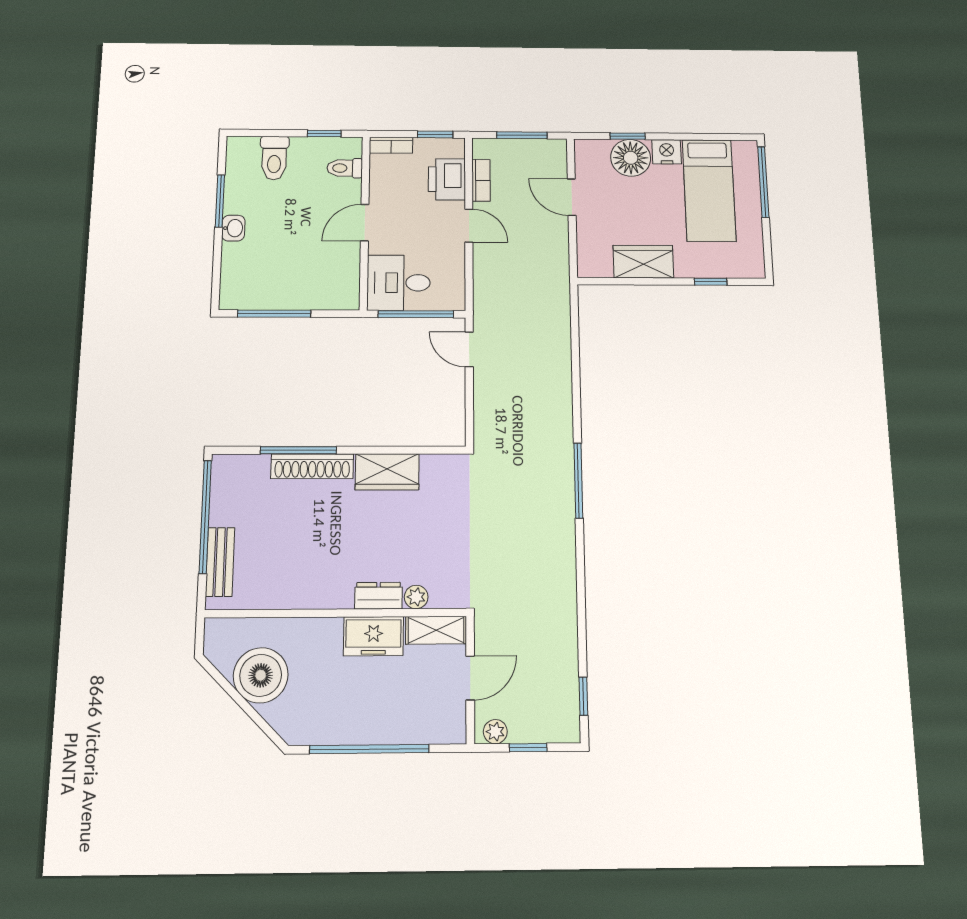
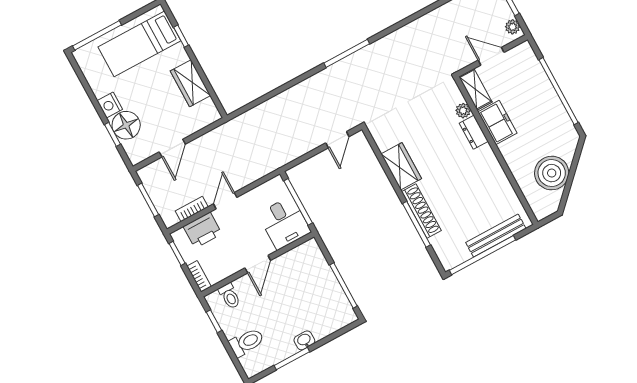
bed: (709, 190) -> (139, 44), moved, turned 180
door: (365, 223) -> (258, 264), hinge flipped
door: (469, 349) -> (337, 140), moved
bench: (220, 562) -> (496, 236), width x1.36

